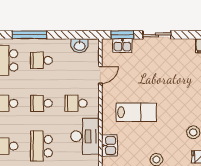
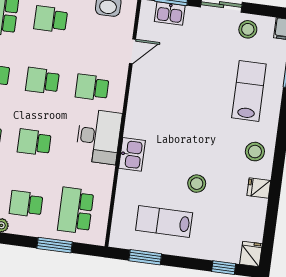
stool: (177, 49) -> (248, 29), added
lab bench: (136, 112) -> (249, 91), moved, turned -90
school desk: (41, 146) -> (34, 142), width x0.54

